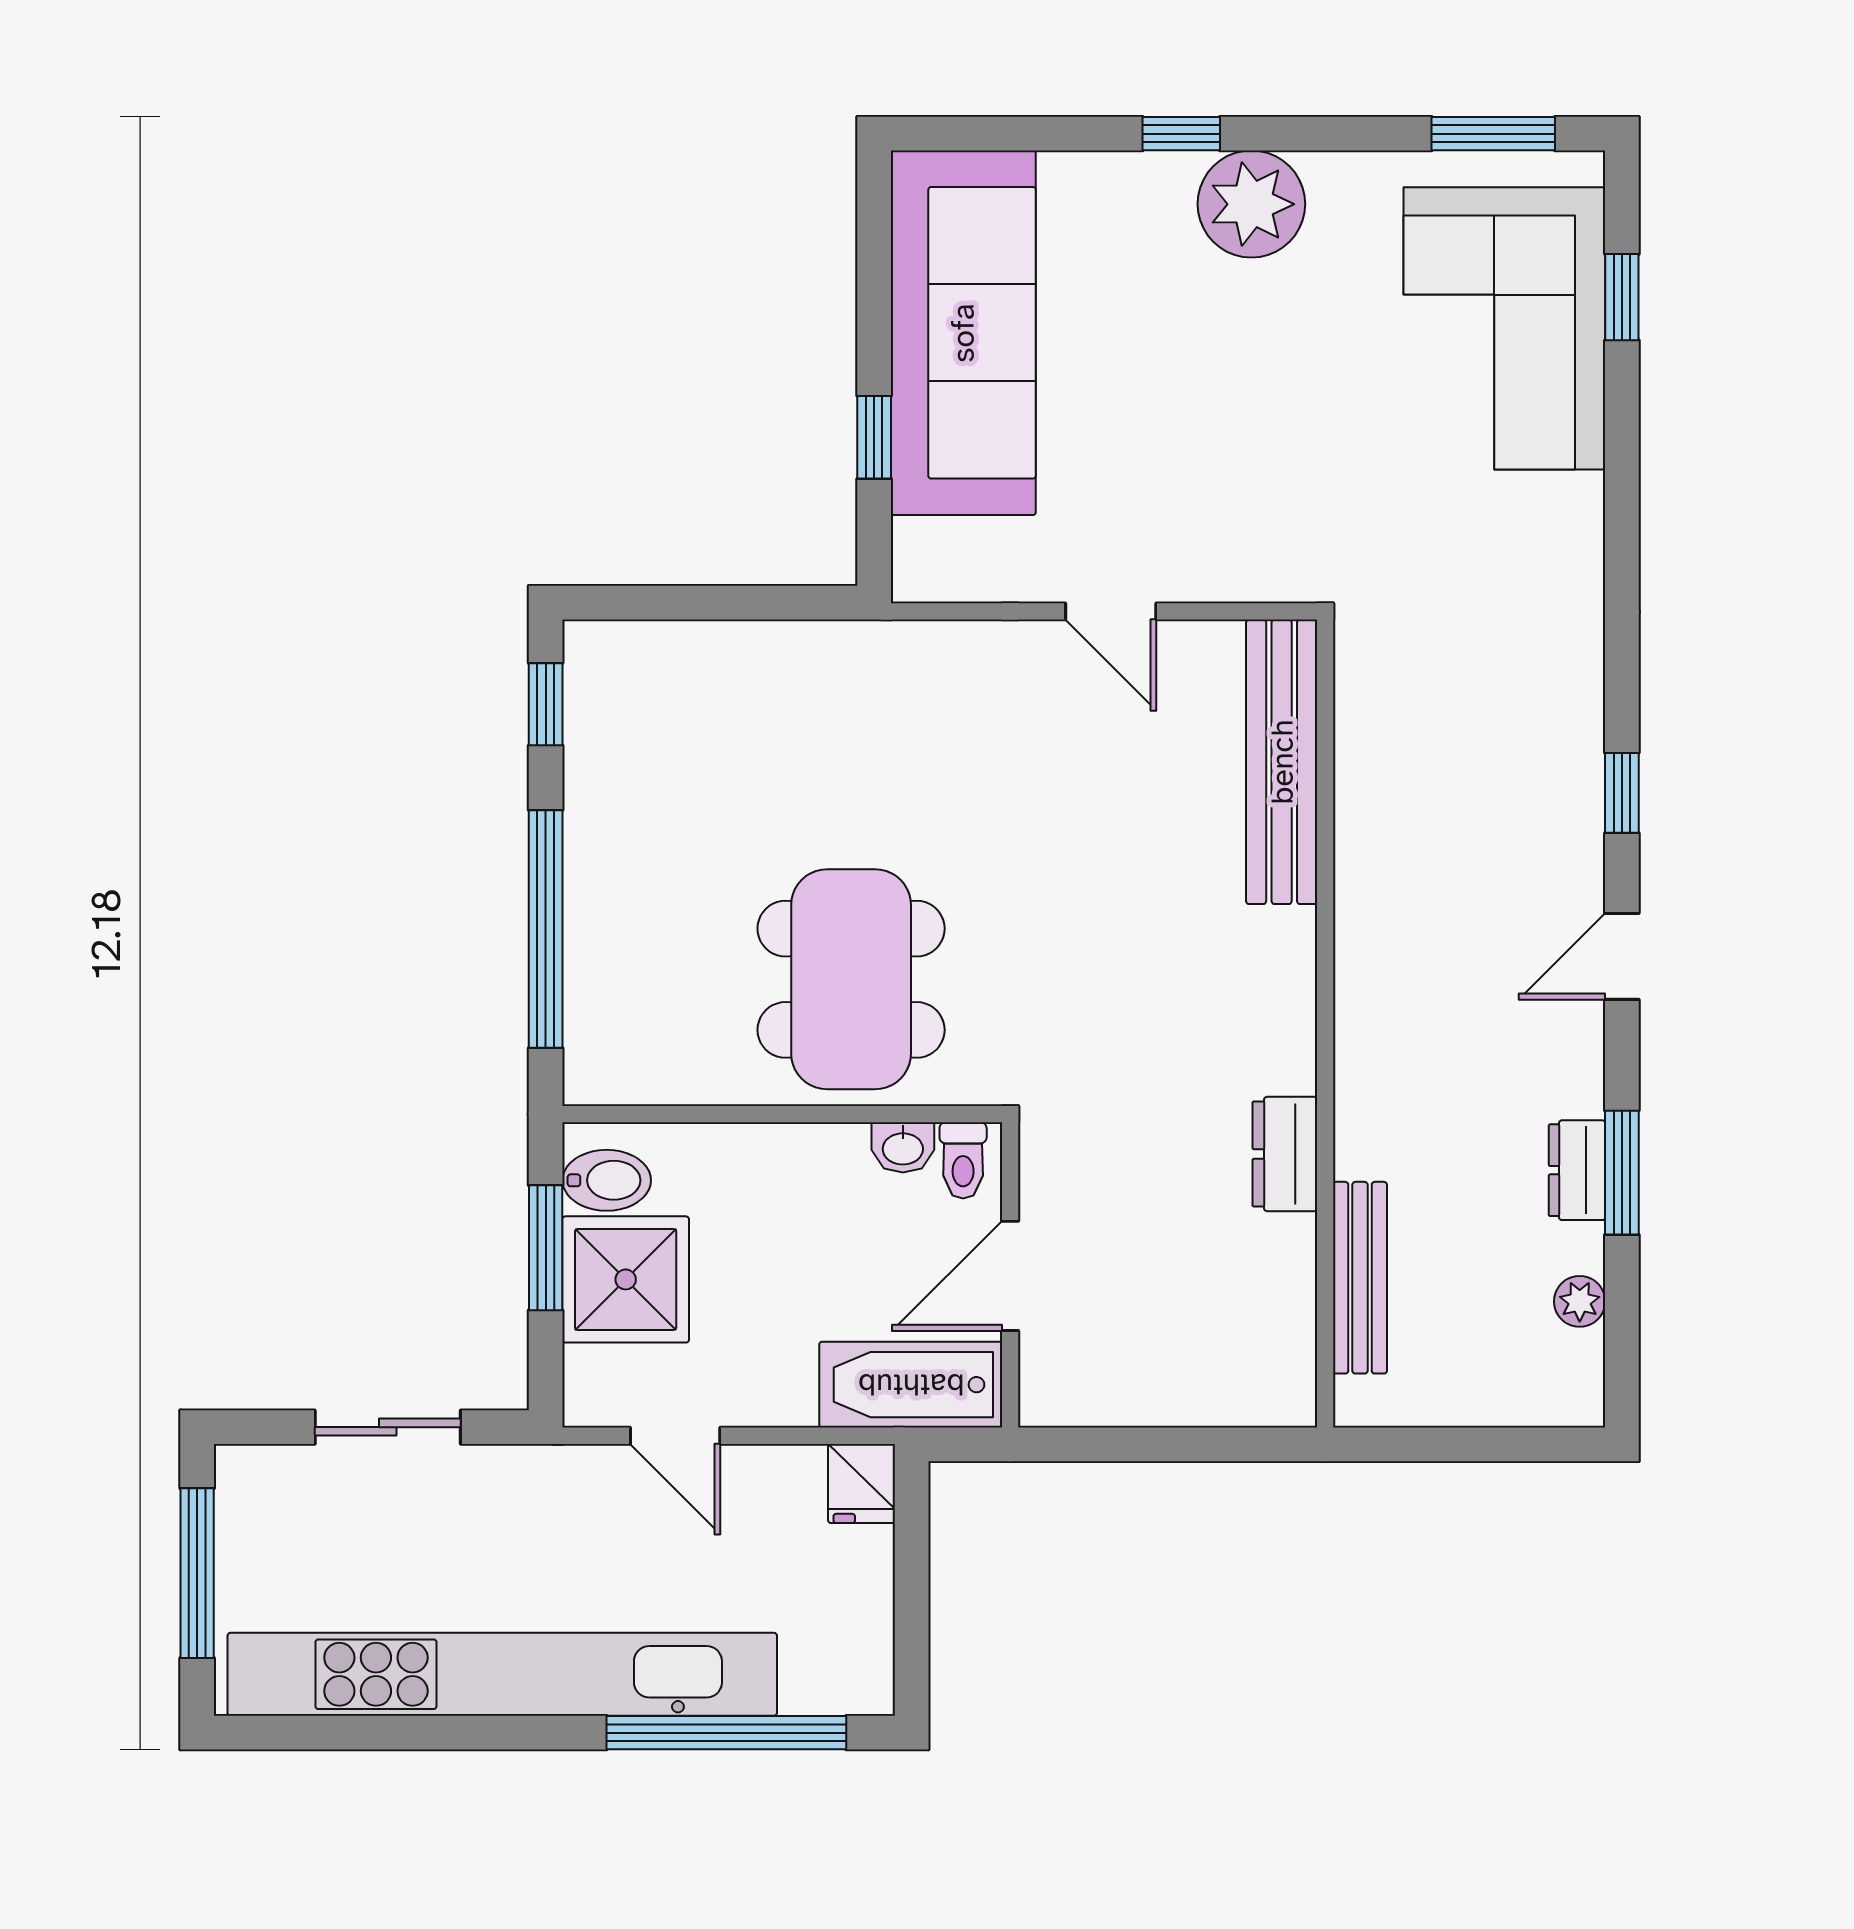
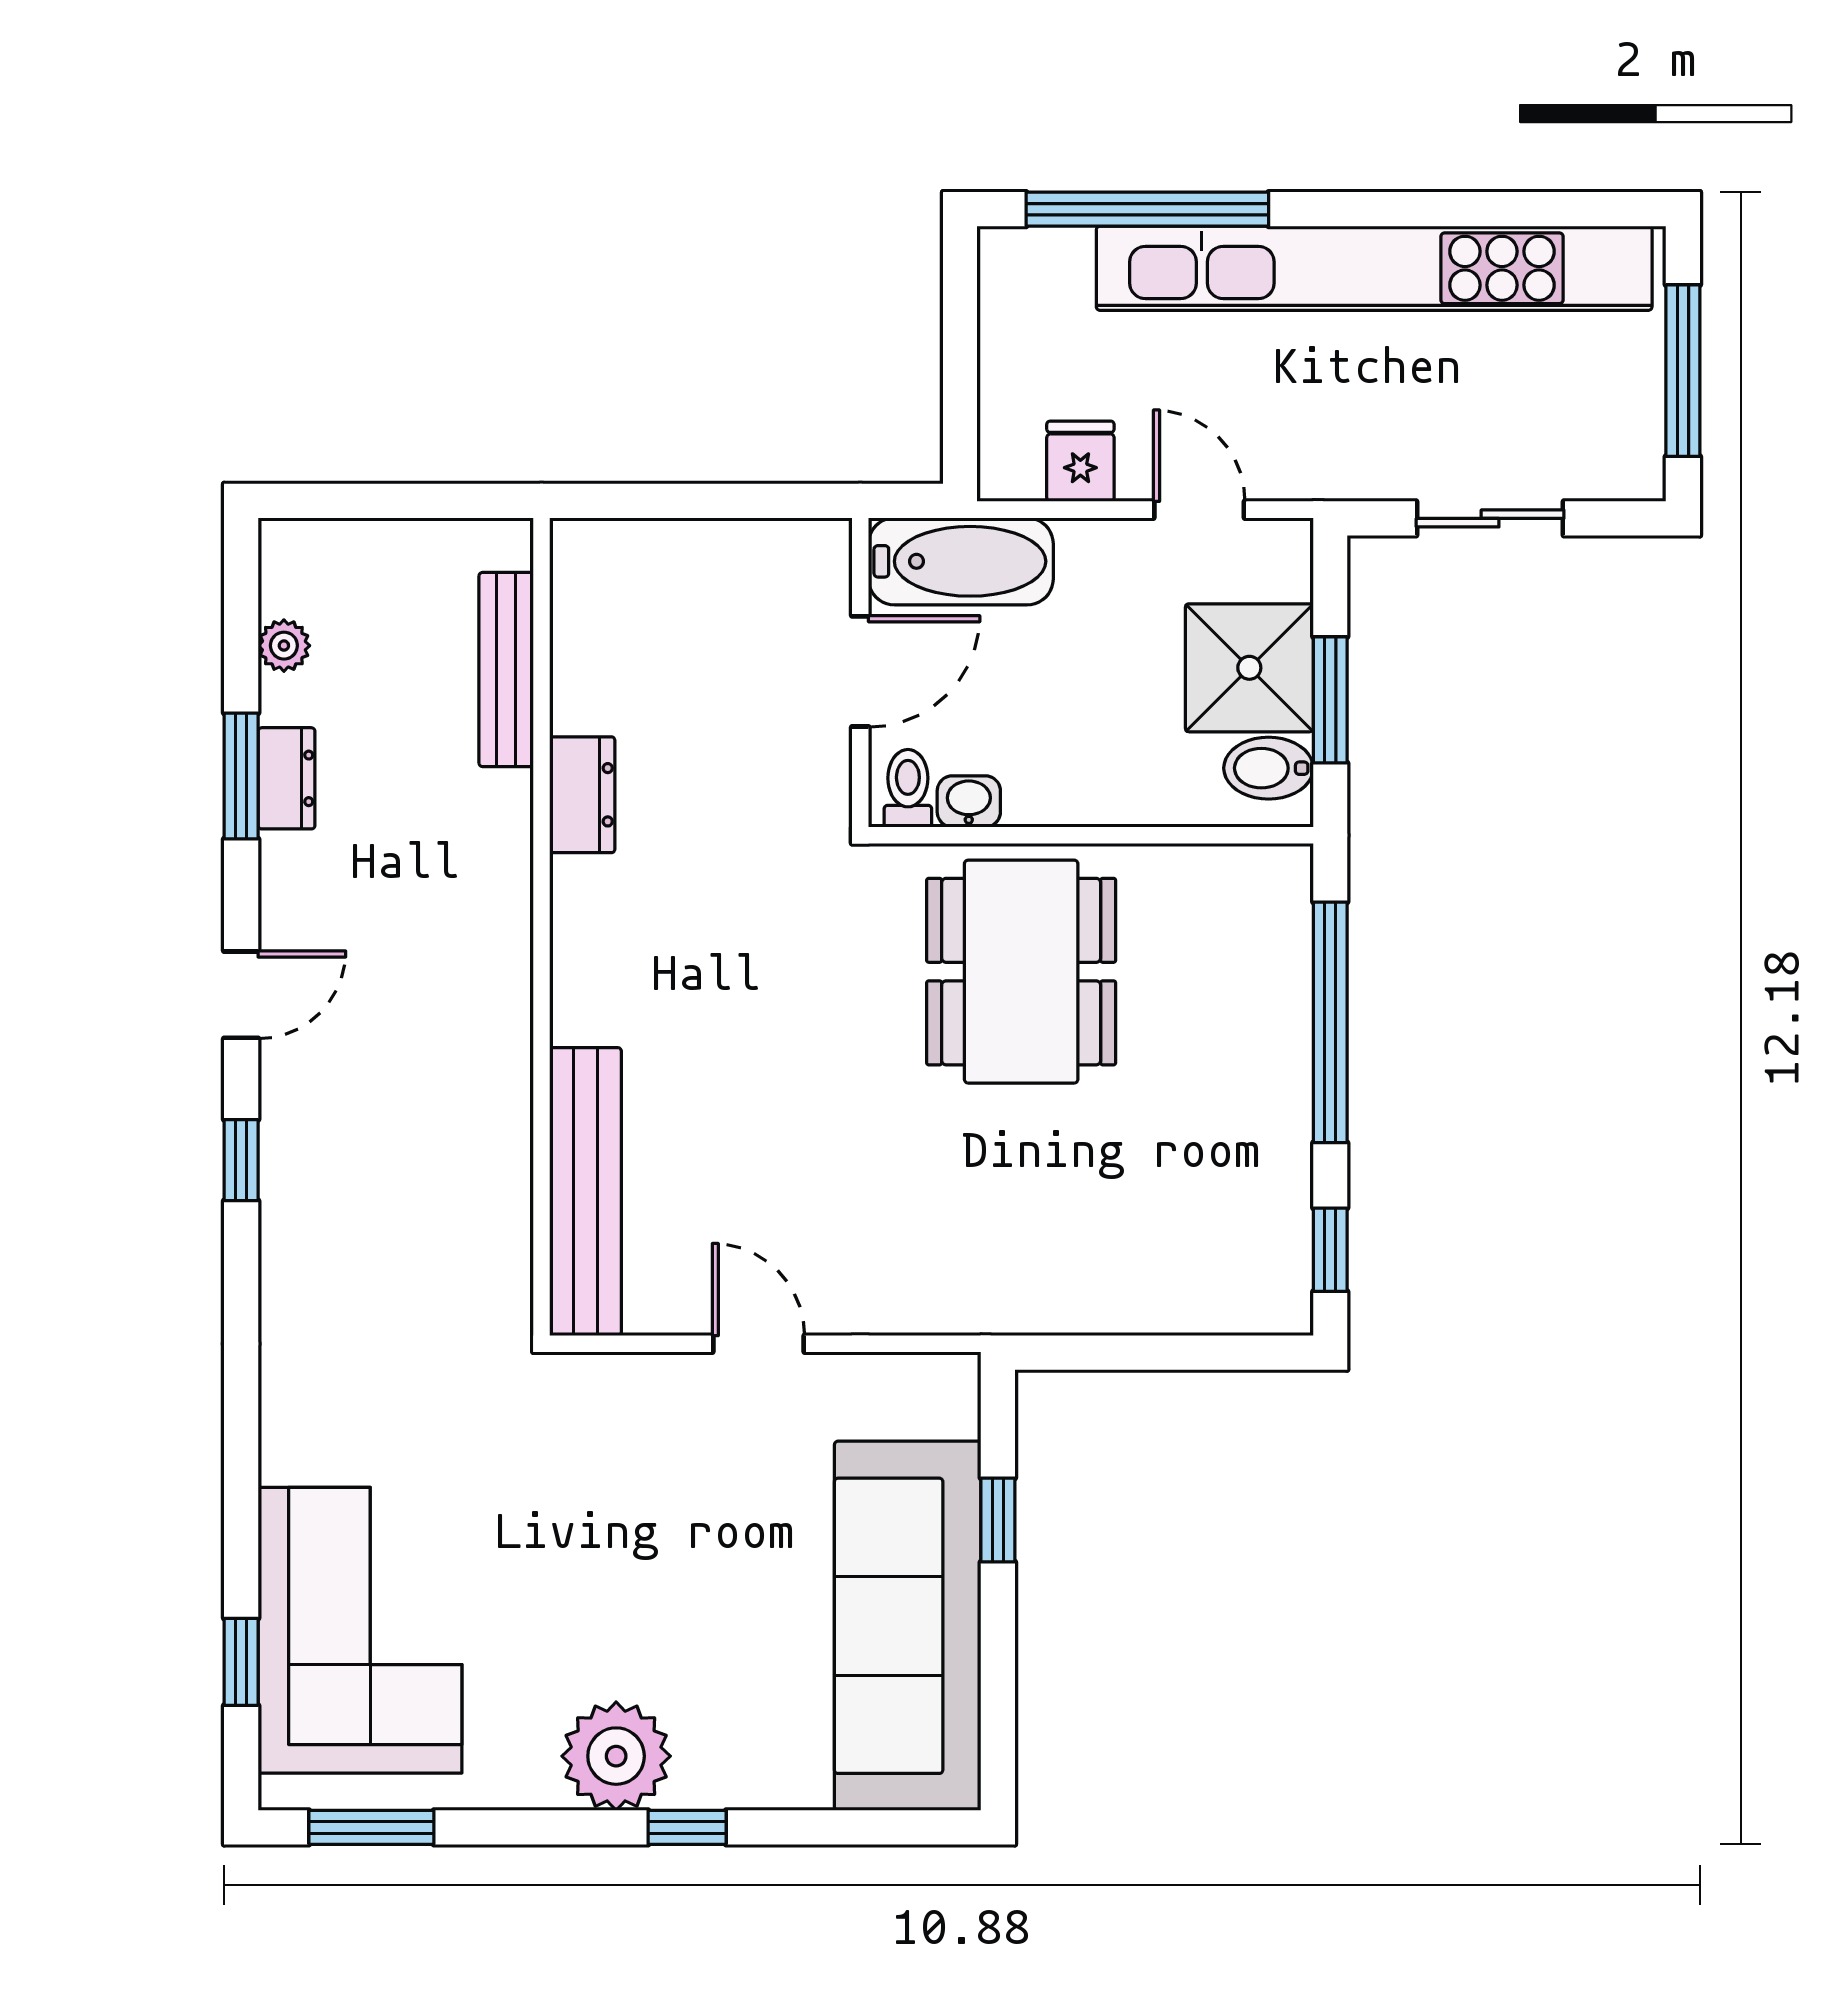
fridge: (862, 1483) -> (1080, 461), moved

